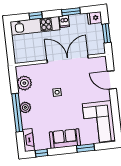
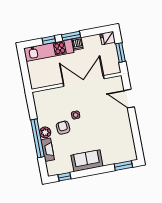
window: (71, 12) -> (71, 36), moved
plant: (24, 83) -> (42, 108), removed
armchair: (44, 104) -> (63, 128), added
corner sofa: (99, 122) -> (119, 142), removed
fireplace: (28, 140) -> (48, 150), moved
window: (86, 148) -> (123, 166), moved

